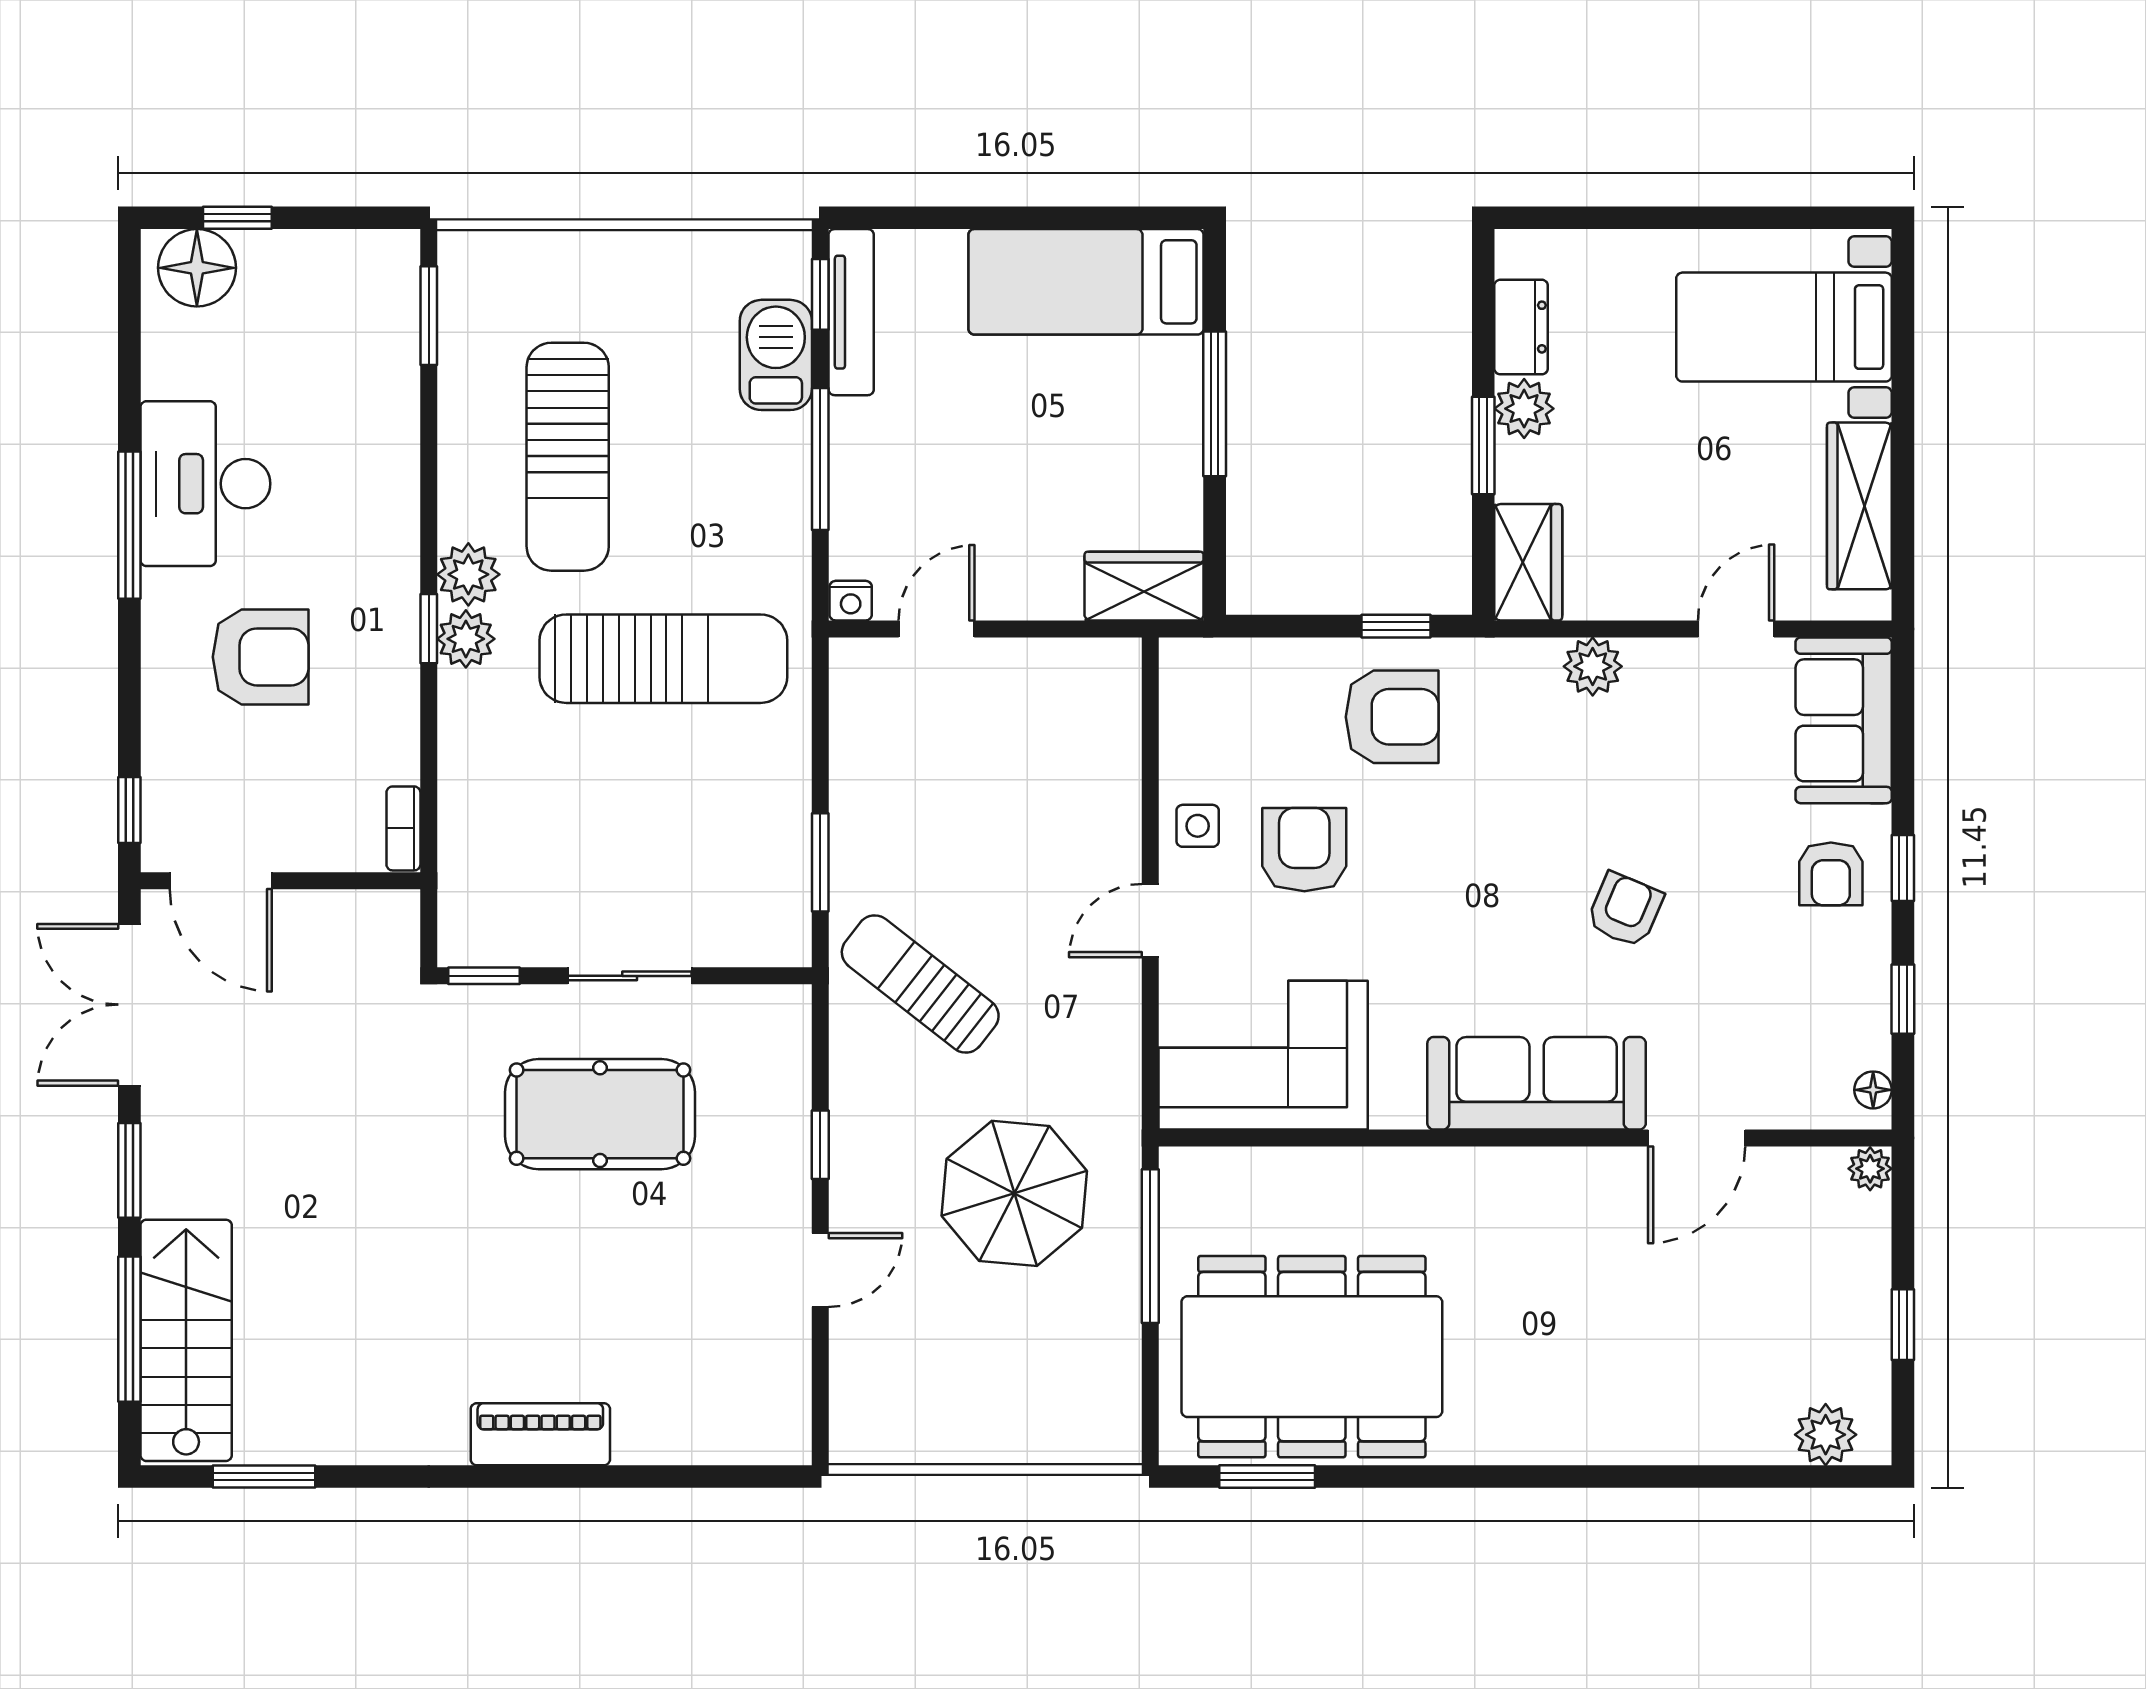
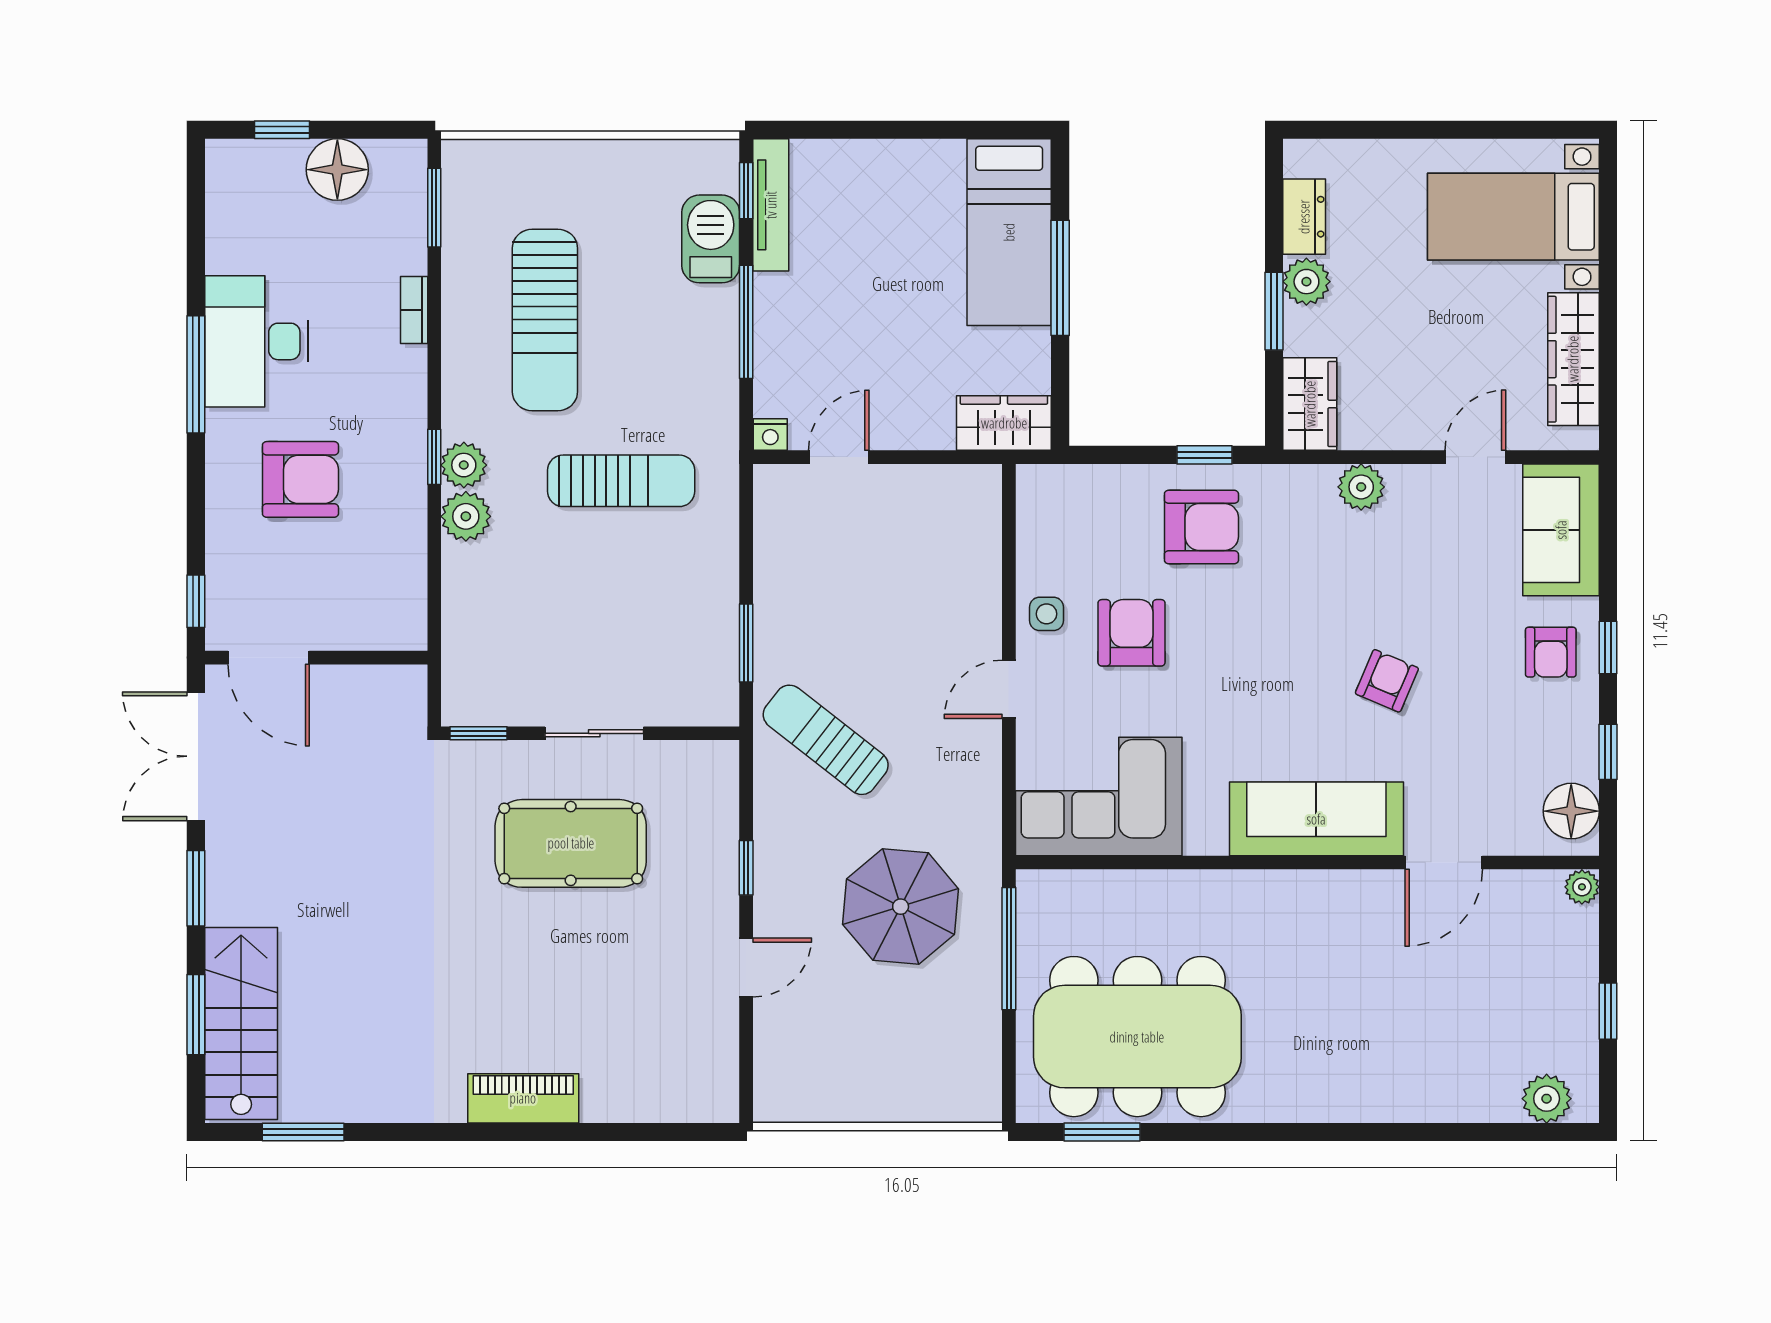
floor lamp: (197, 268) -> (337, 170), moved
bed: (1086, 282) -> (1009, 232), moved, turned -90
plant: (468, 574) -> (466, 516), moved
sun lounger: (663, 659) -> (621, 481), width x0.73, depth x0.75
bookcase: (403, 828) -> (414, 310), moved
floor lamp: (1873, 1090) -> (1571, 811), width x1.89, depth x1.89
window: (129, 1329) -> (196, 1015), width x0.69

